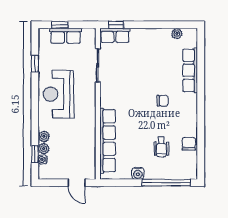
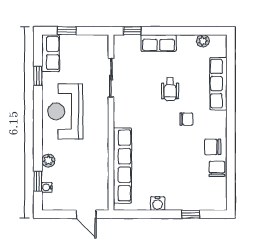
row of seats: (115, 35) -> (159, 43), moved
row of seats: (66, 36) -> (51, 53), moved, turned -90
chair: (185, 125) -> (213, 147), added
wheelchair: (161, 147) -> (170, 89), moved
plant: (44, 149) -> (48, 175), removed
window: (166, 183) -> (191, 214), width x0.32

